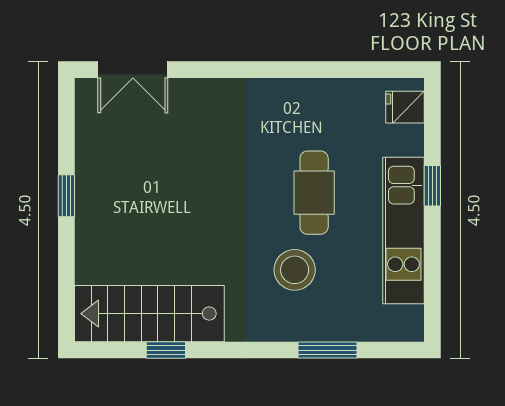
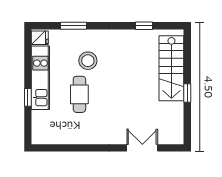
double door: (133, 70) -> (142, 148), moved
fridge: (405, 107) -> (40, 38), moved
stairs: (149, 314) -> (171, 68), moved, turned 90

